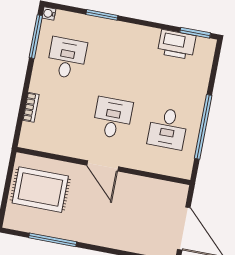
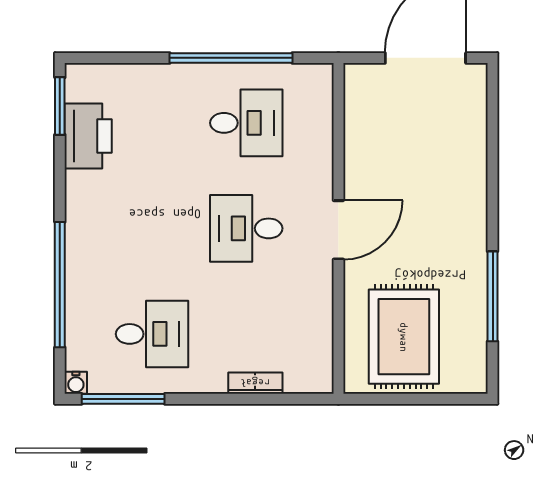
window: (102, 15) -> (60, 285), width x2.11
desk: (67, 58) -> (152, 334), turned 180

